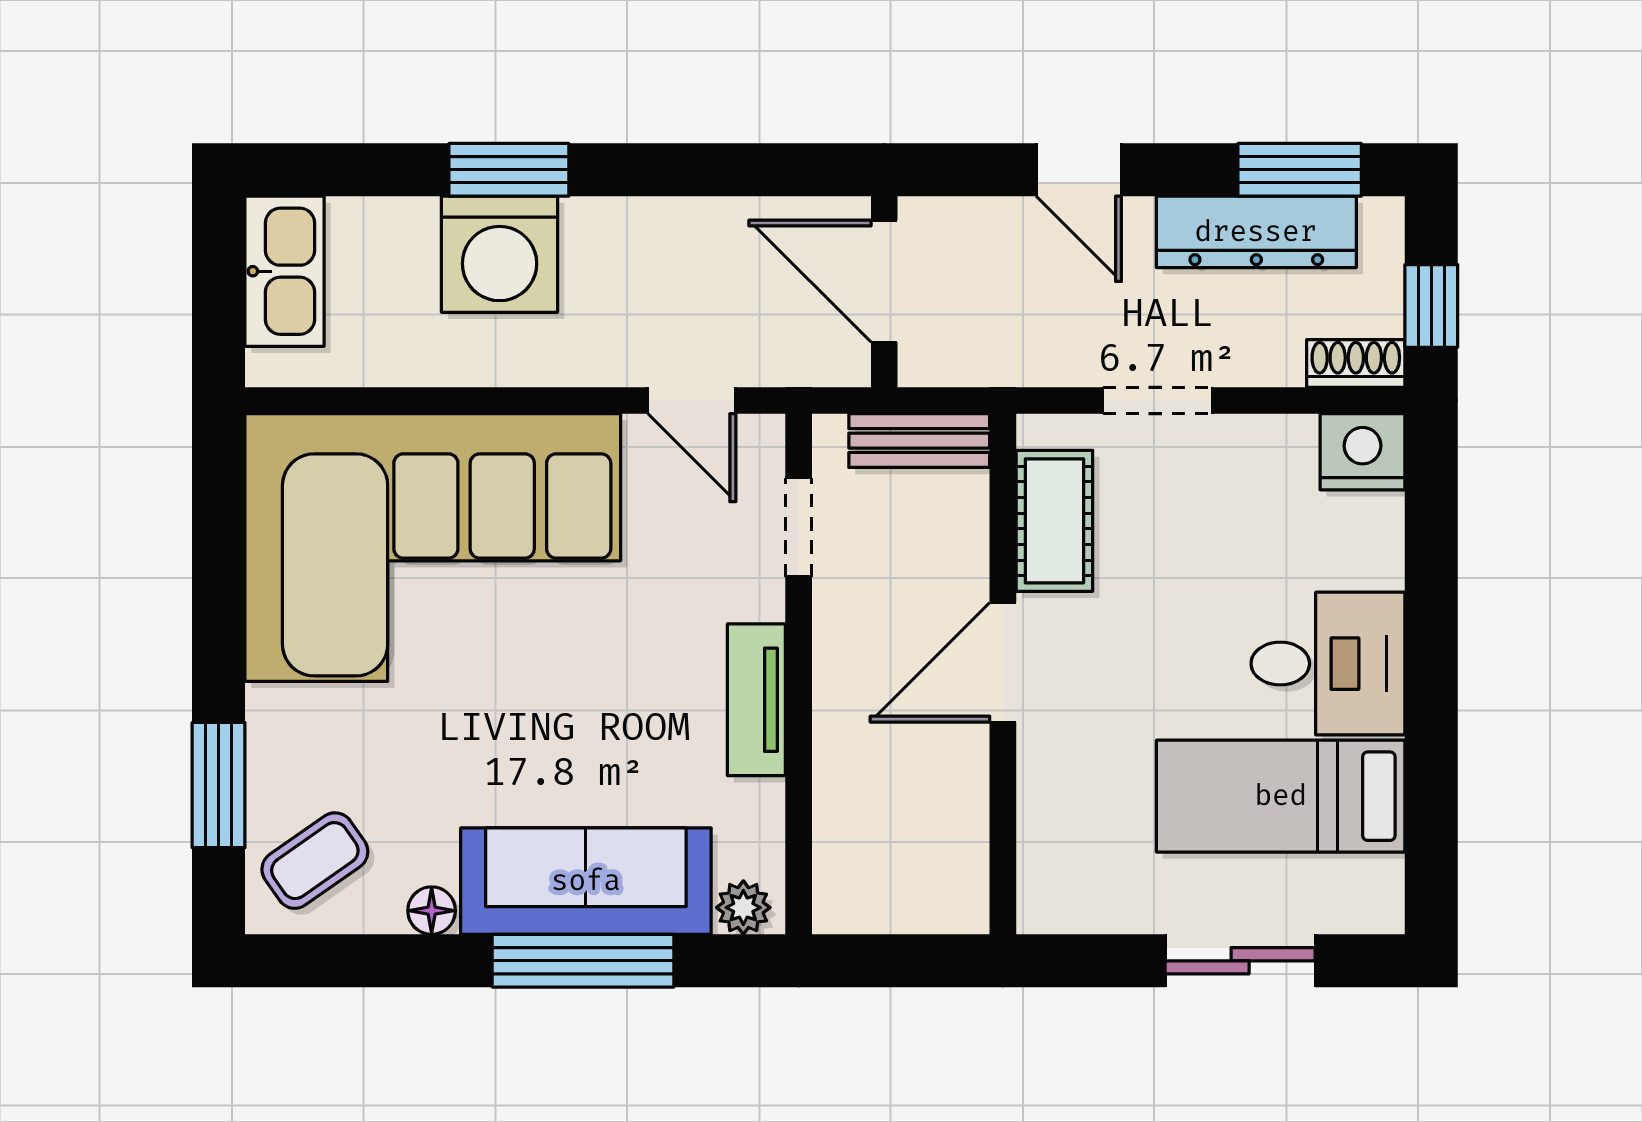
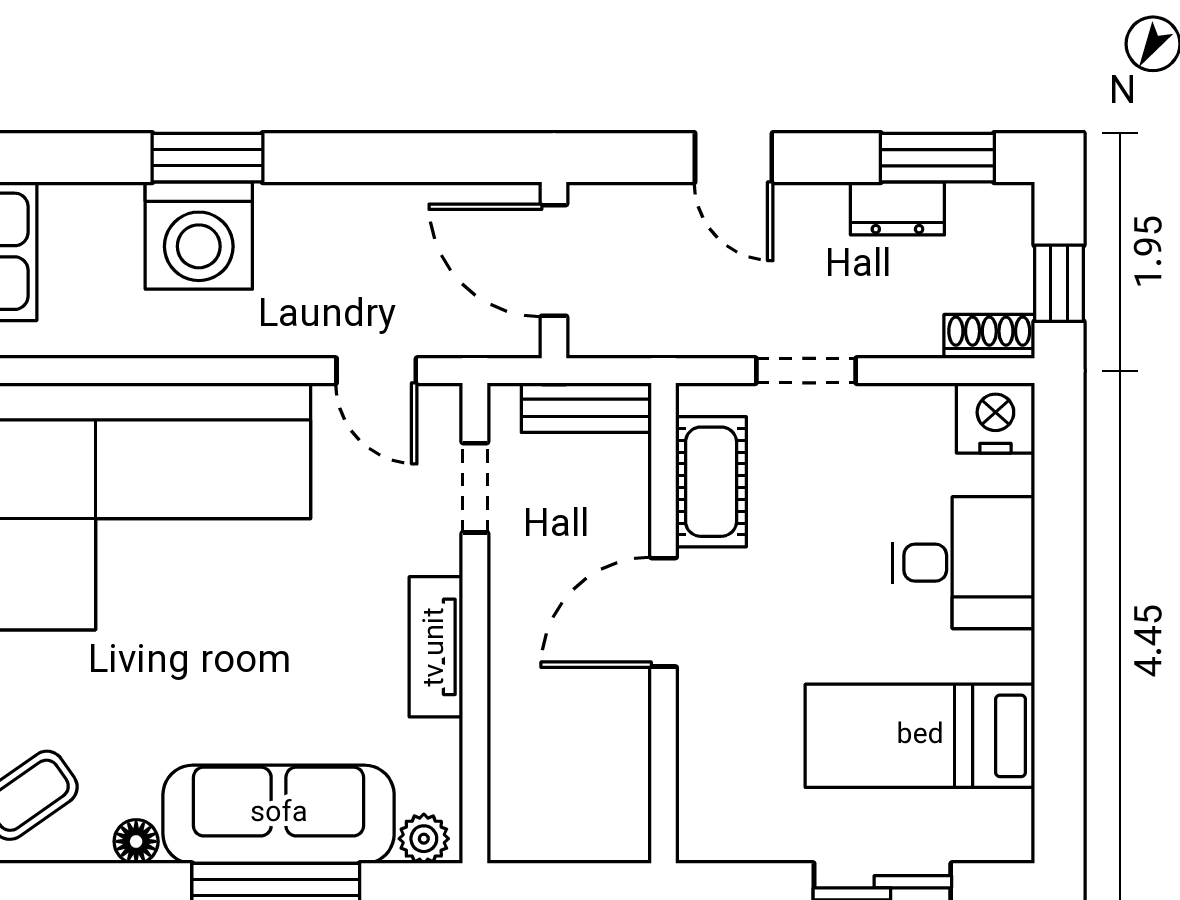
dresser: (1256, 232) -> (897, 208), width x0.51, depth x0.80
desk: (1328, 664) -> (964, 563), moved

